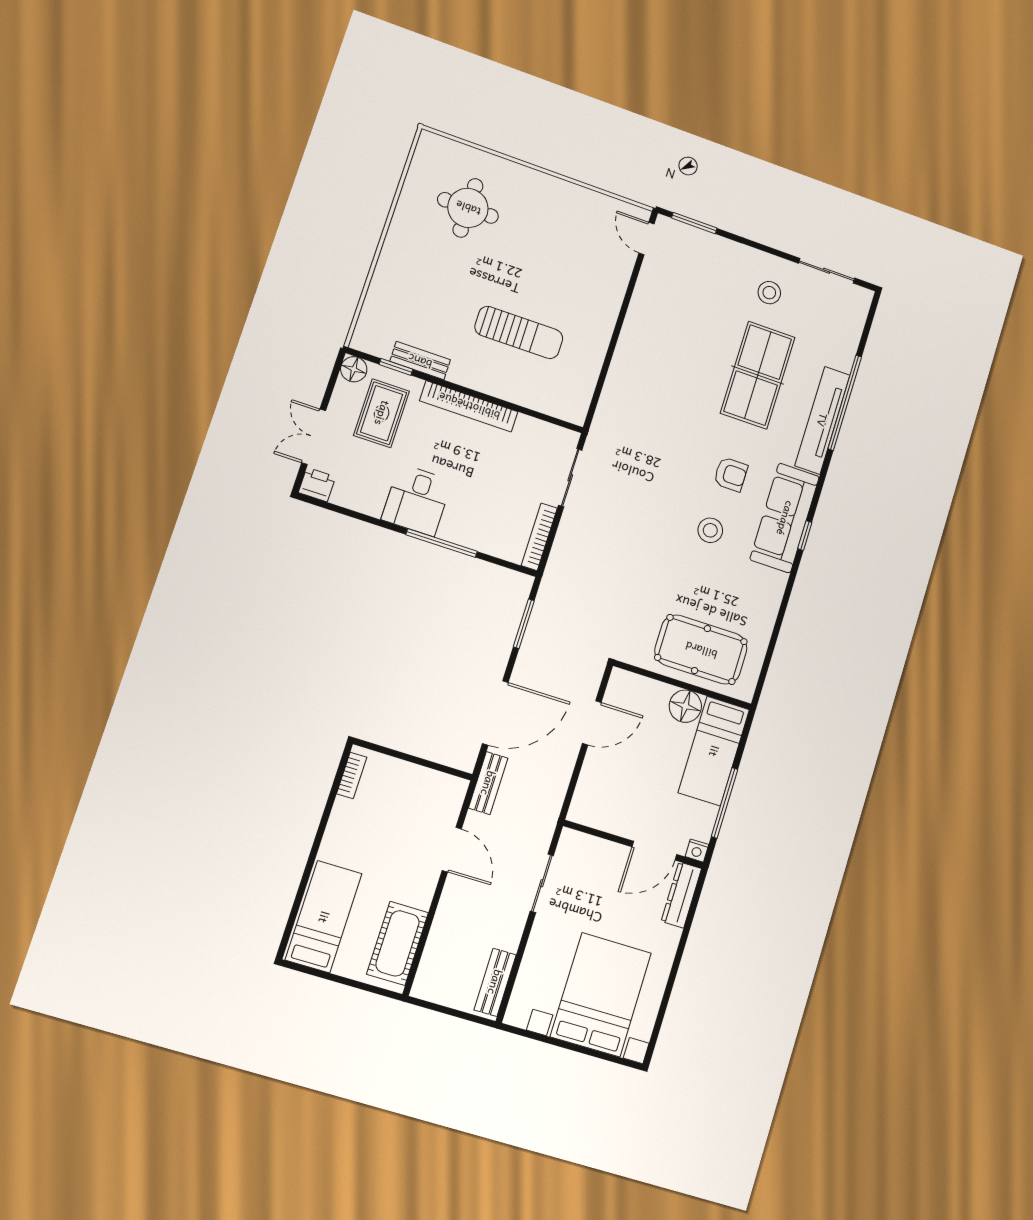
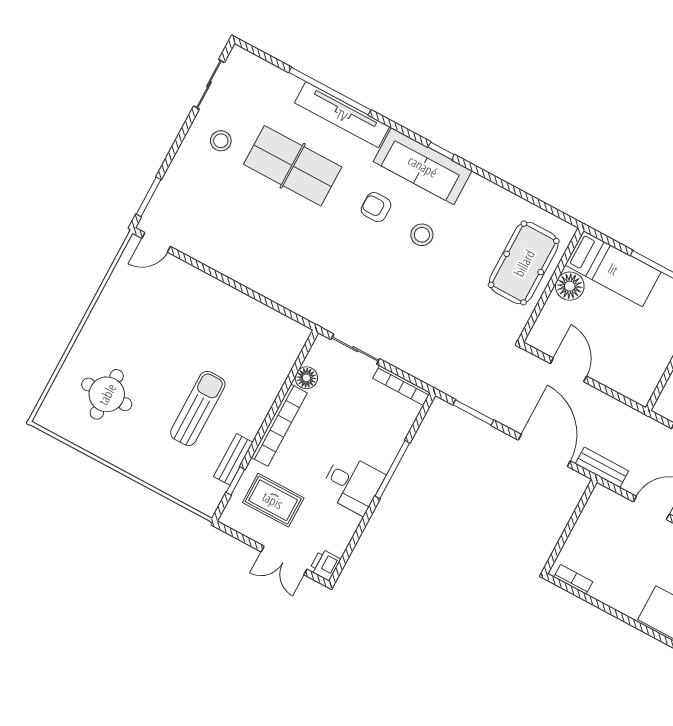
sun lounger: (519, 332) -> (198, 408), moved
floor lamp: (354, 369) -> (306, 378), moved
armchair: (731, 474) -> (376, 207), turned -90

